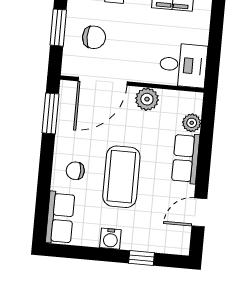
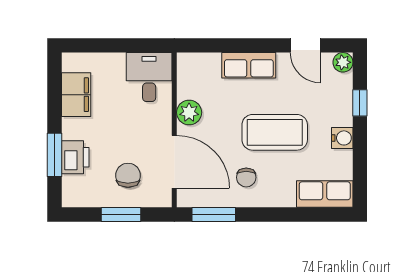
plant: (192, 123) -> (343, 62), moved
chair: (75, 171) -> (246, 177), moved

